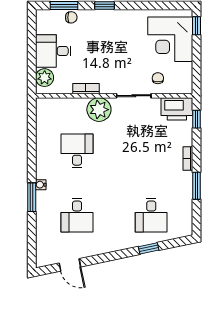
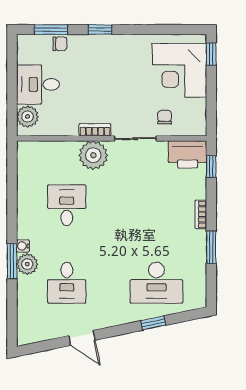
bookcase: (86, 89) -> (95, 130), moved
plant: (44, 200) -> (27, 264), added
desk: (151, 215) -> (156, 283), width x1.37
door: (70, 265) -> (82, 338), moved

